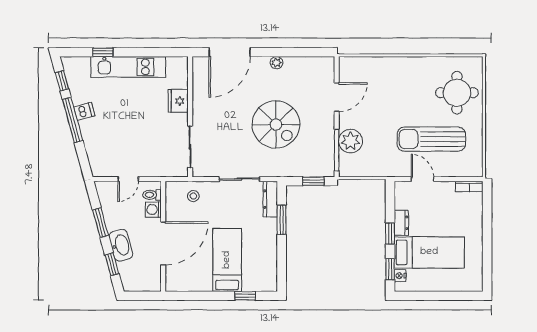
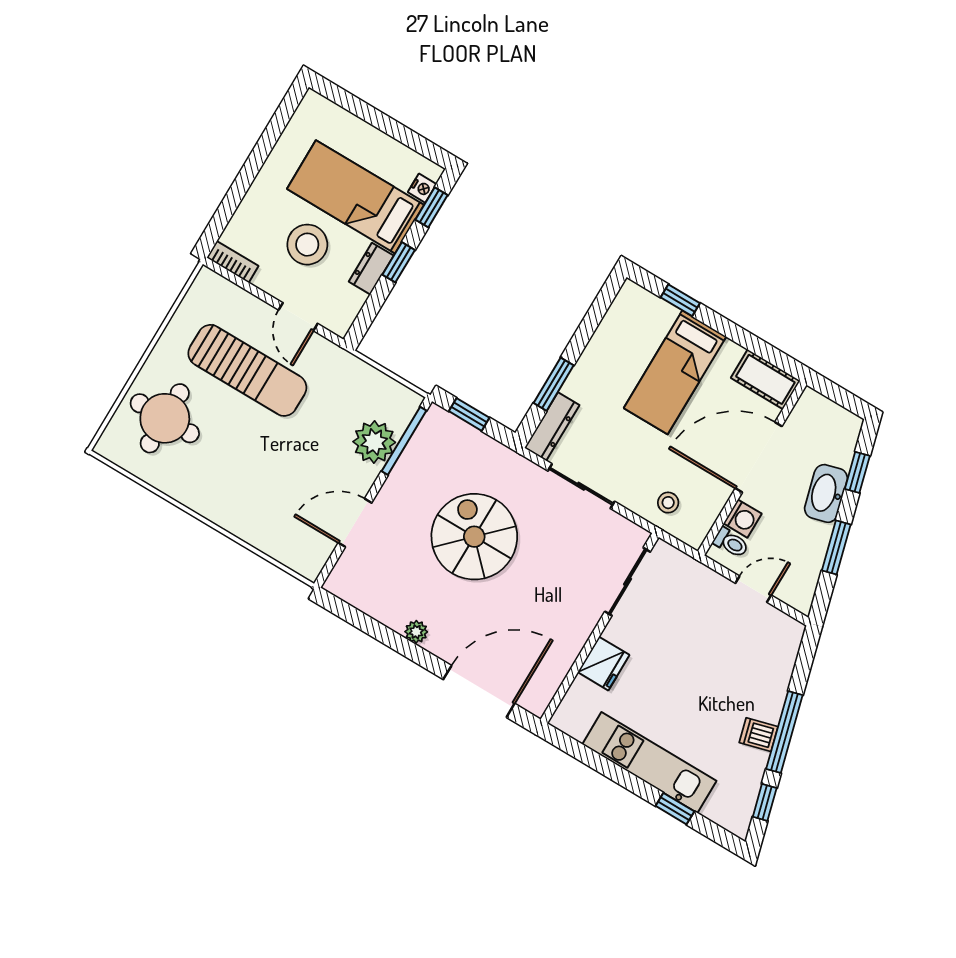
stool: (439, 216) -> (307, 245), added
cot: (182, 282) -> (765, 379), added

